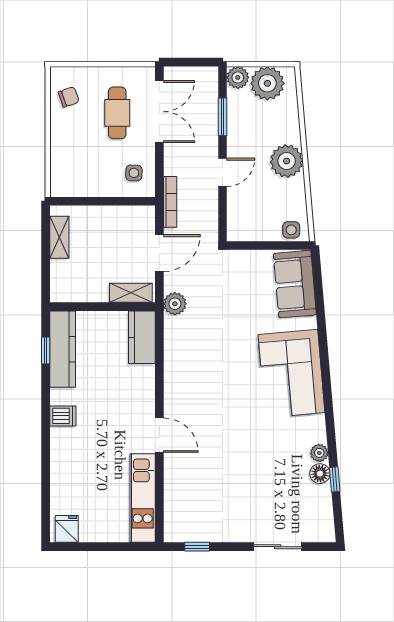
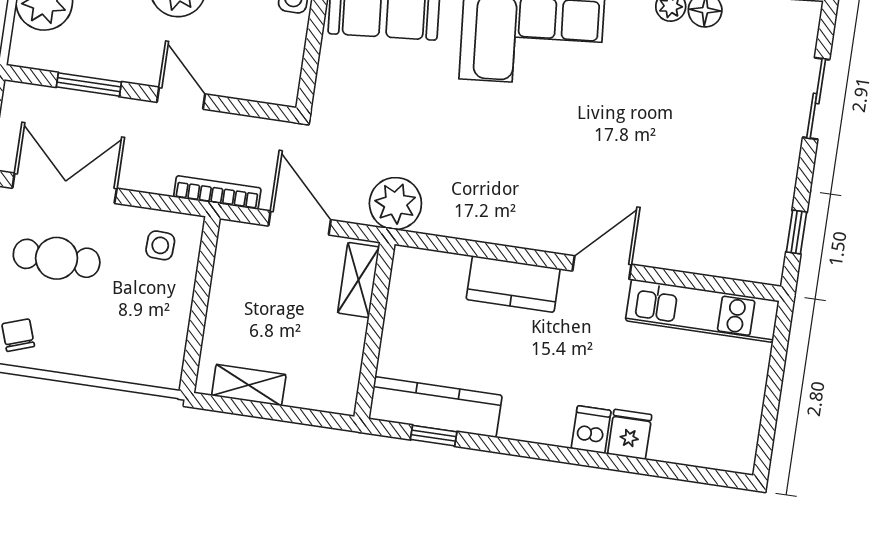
plant: (238, 77) -> (27, 50), removed
plant: (175, 304) -> (395, 204), width x1.36, depth x1.36
kitchen counter: (142, 337) -> (513, 284), moved
dishwasher: (63, 416) -> (591, 430), moved
fridge: (67, 529) -> (630, 434), moved, turned 90

